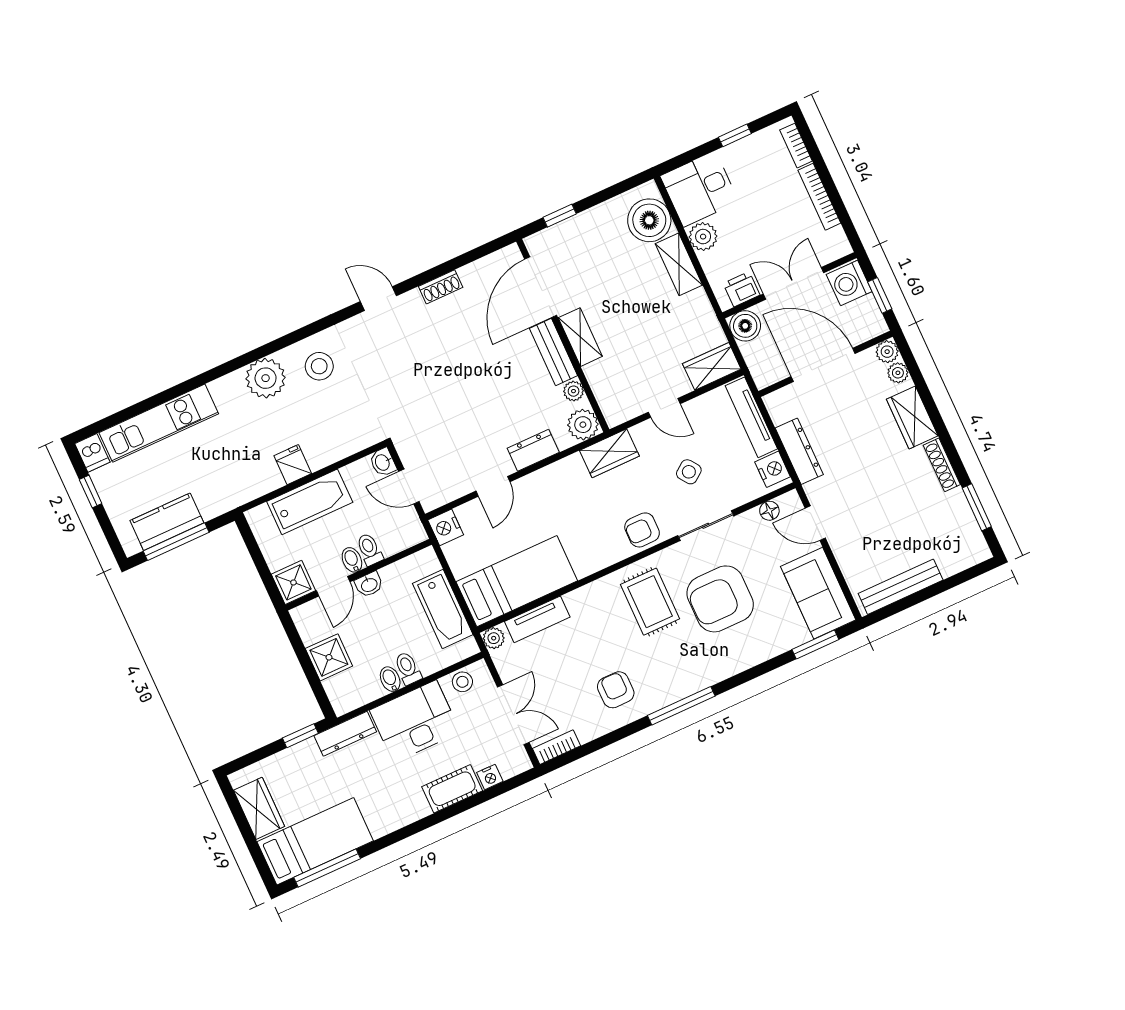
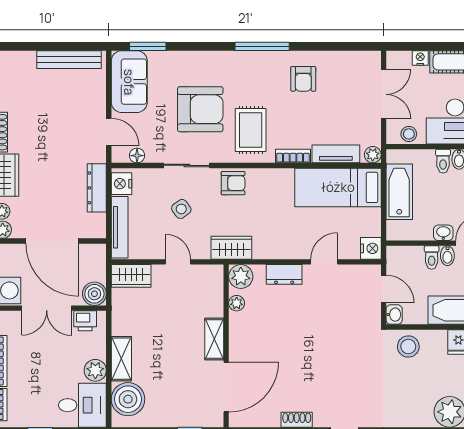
bench: (553, 352) -> (238, 337), removed
stool: (319, 366) -> (408, 346), moved
double door: (513, 715) -> (384, 94), swing flipped
bookcase: (556, 747) -> (293, 156), moved, turned 180

